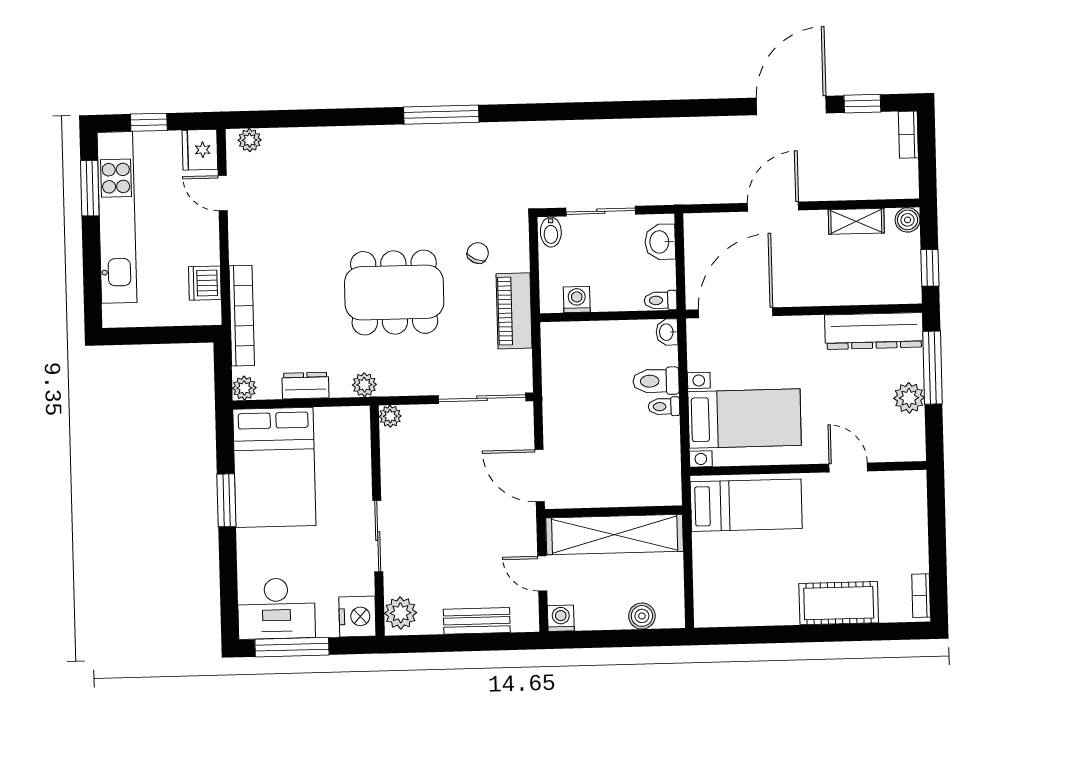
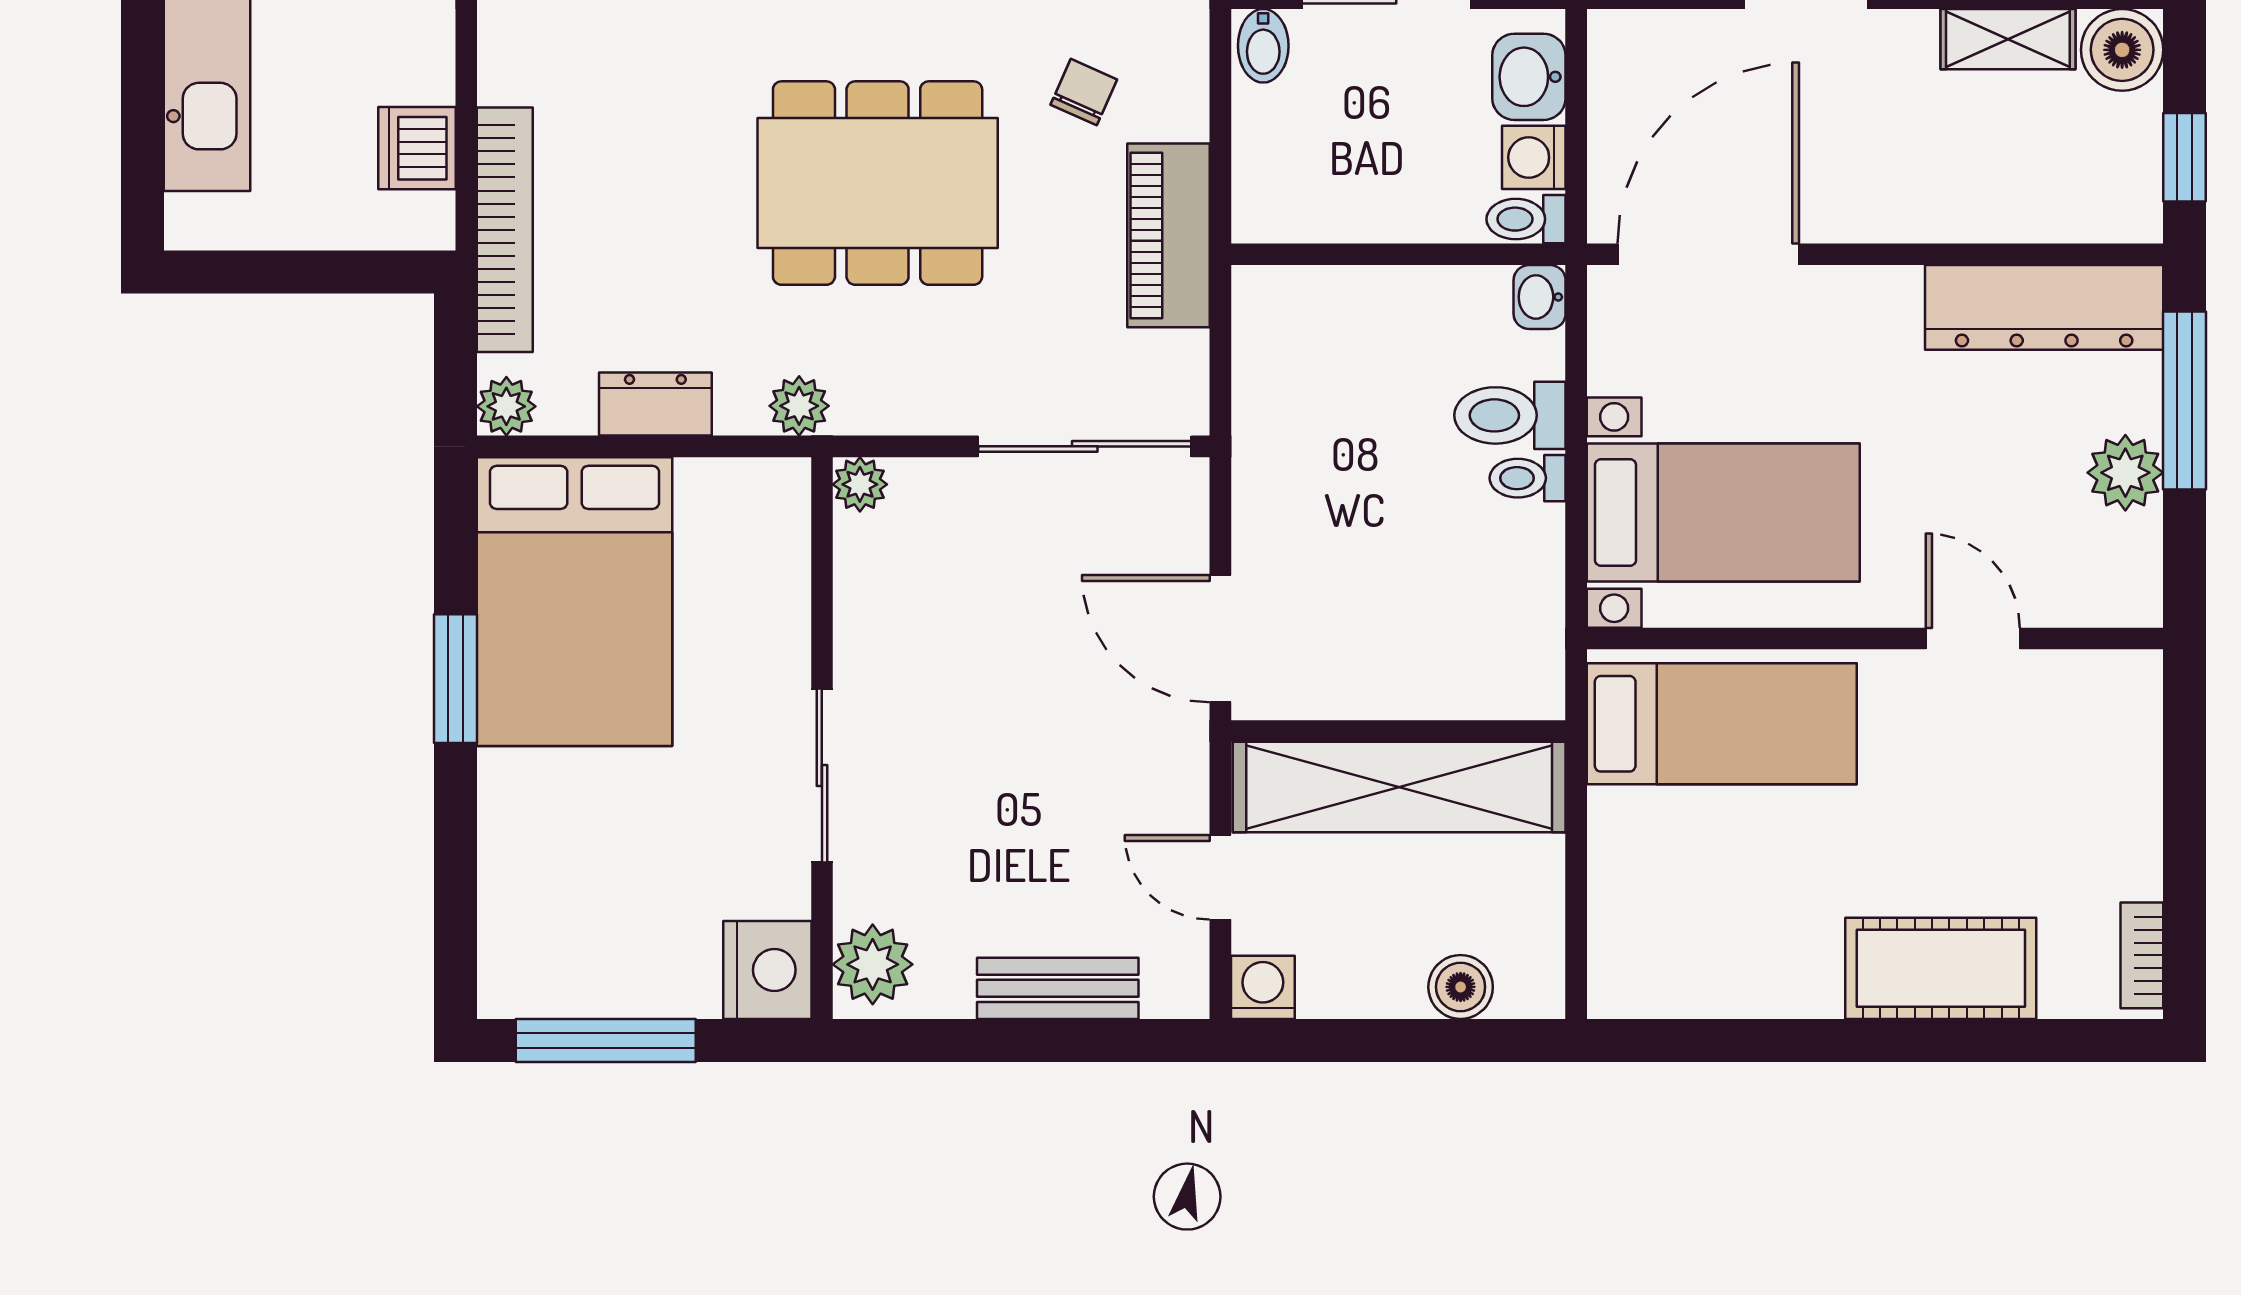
boiler: (908, 220) -> (2122, 50), width x1.36, depth x1.36
washing machine: (577, 300) -> (1534, 157), moved, turned -90
desk: (276, 609) -> (570, 946), removed

